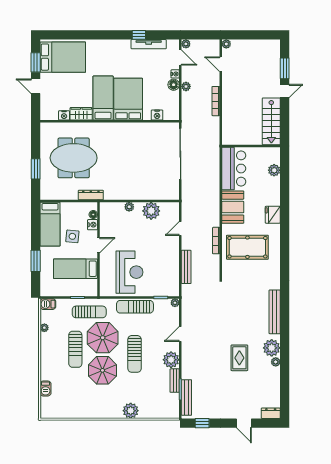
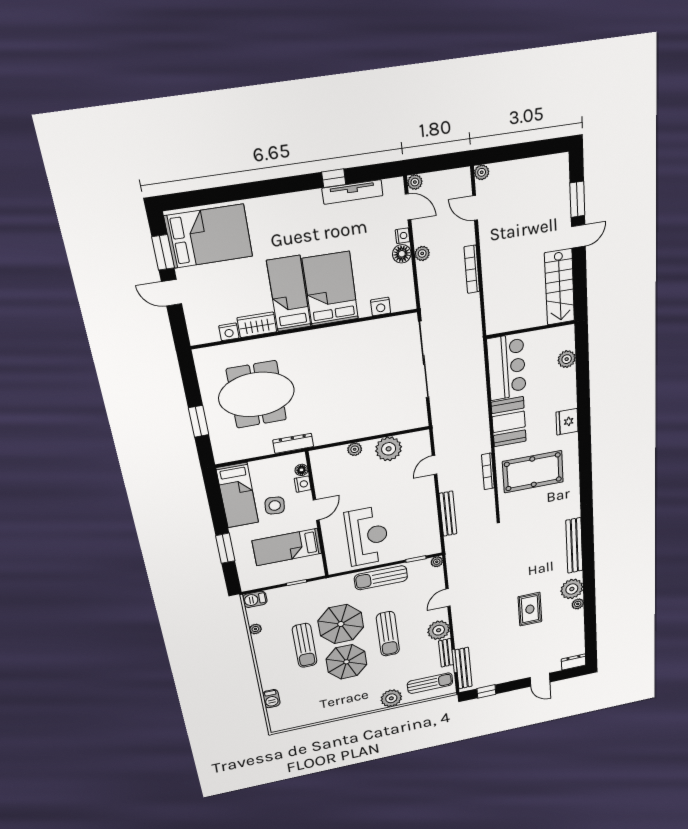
sun lounger: (89, 312) -> (430, 683), moved

